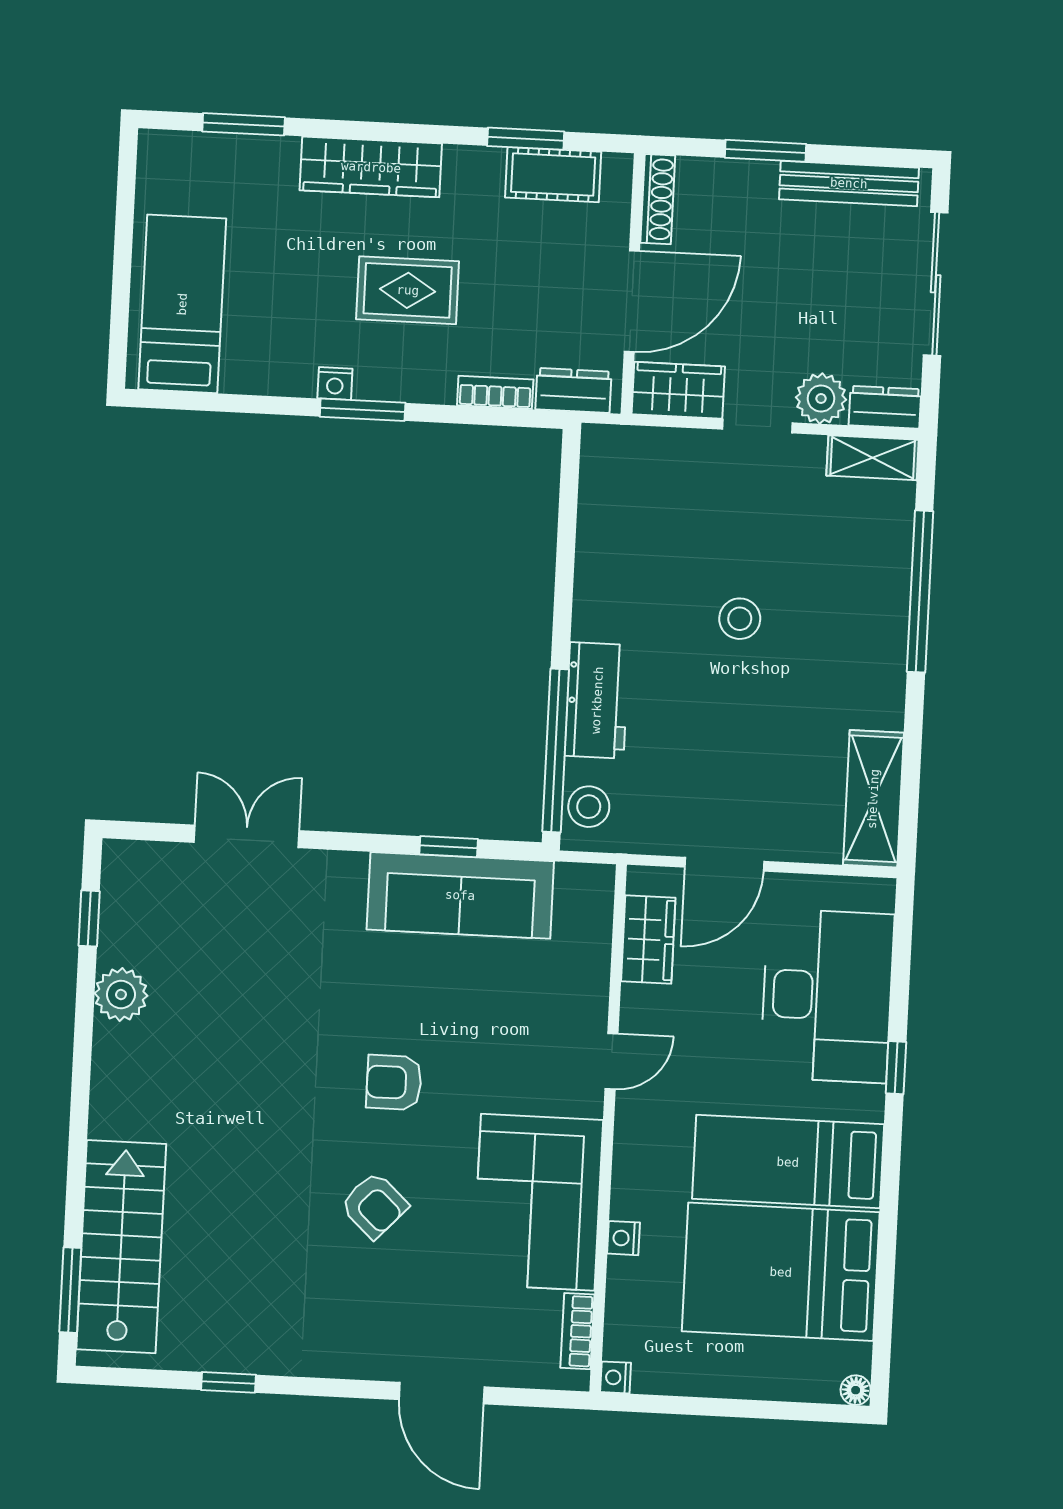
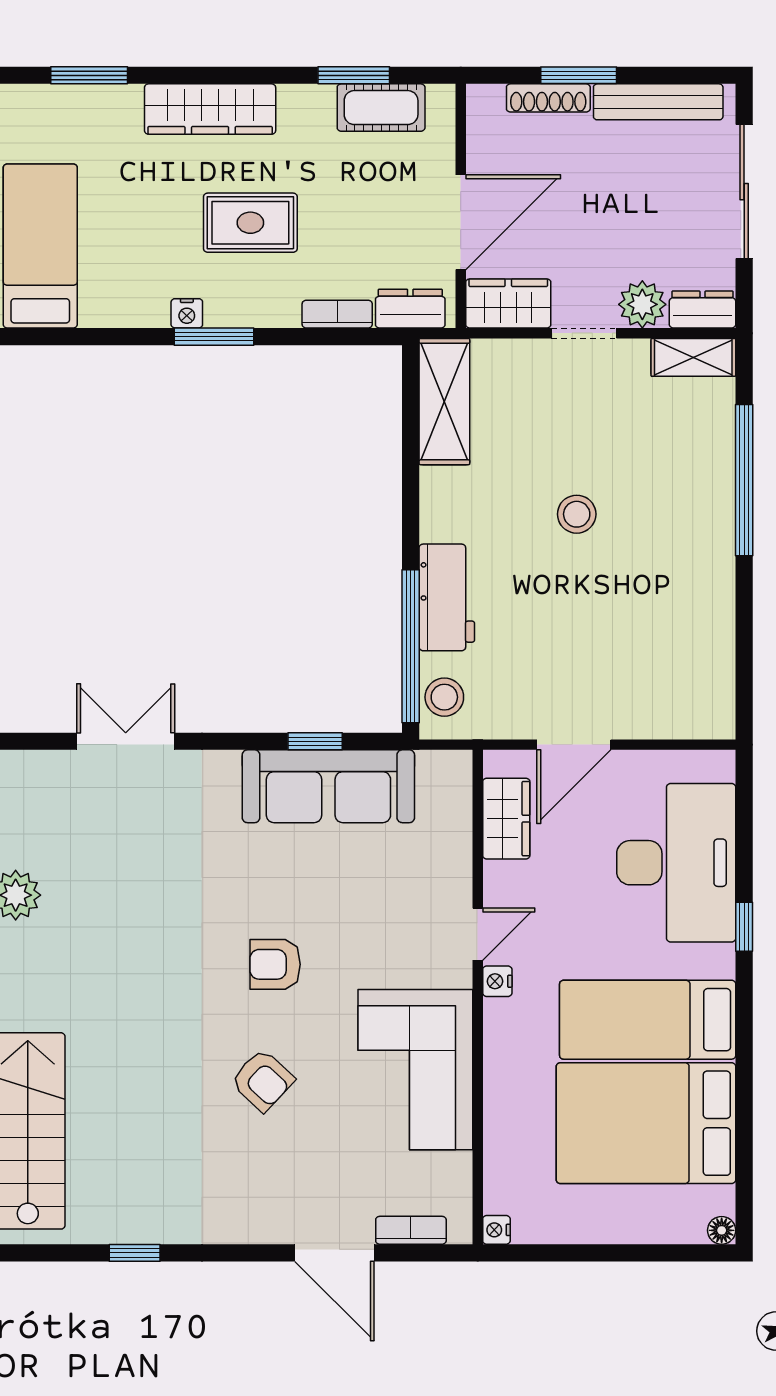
shoe rack: (658, 199) -> (548, 98), moved, turned 90
shelving: (873, 799) -> (444, 402), moved
nightstand: (624, 1238) -> (497, 981), moved
bookcase: (577, 1331) -> (411, 1230), moved, turned 90

